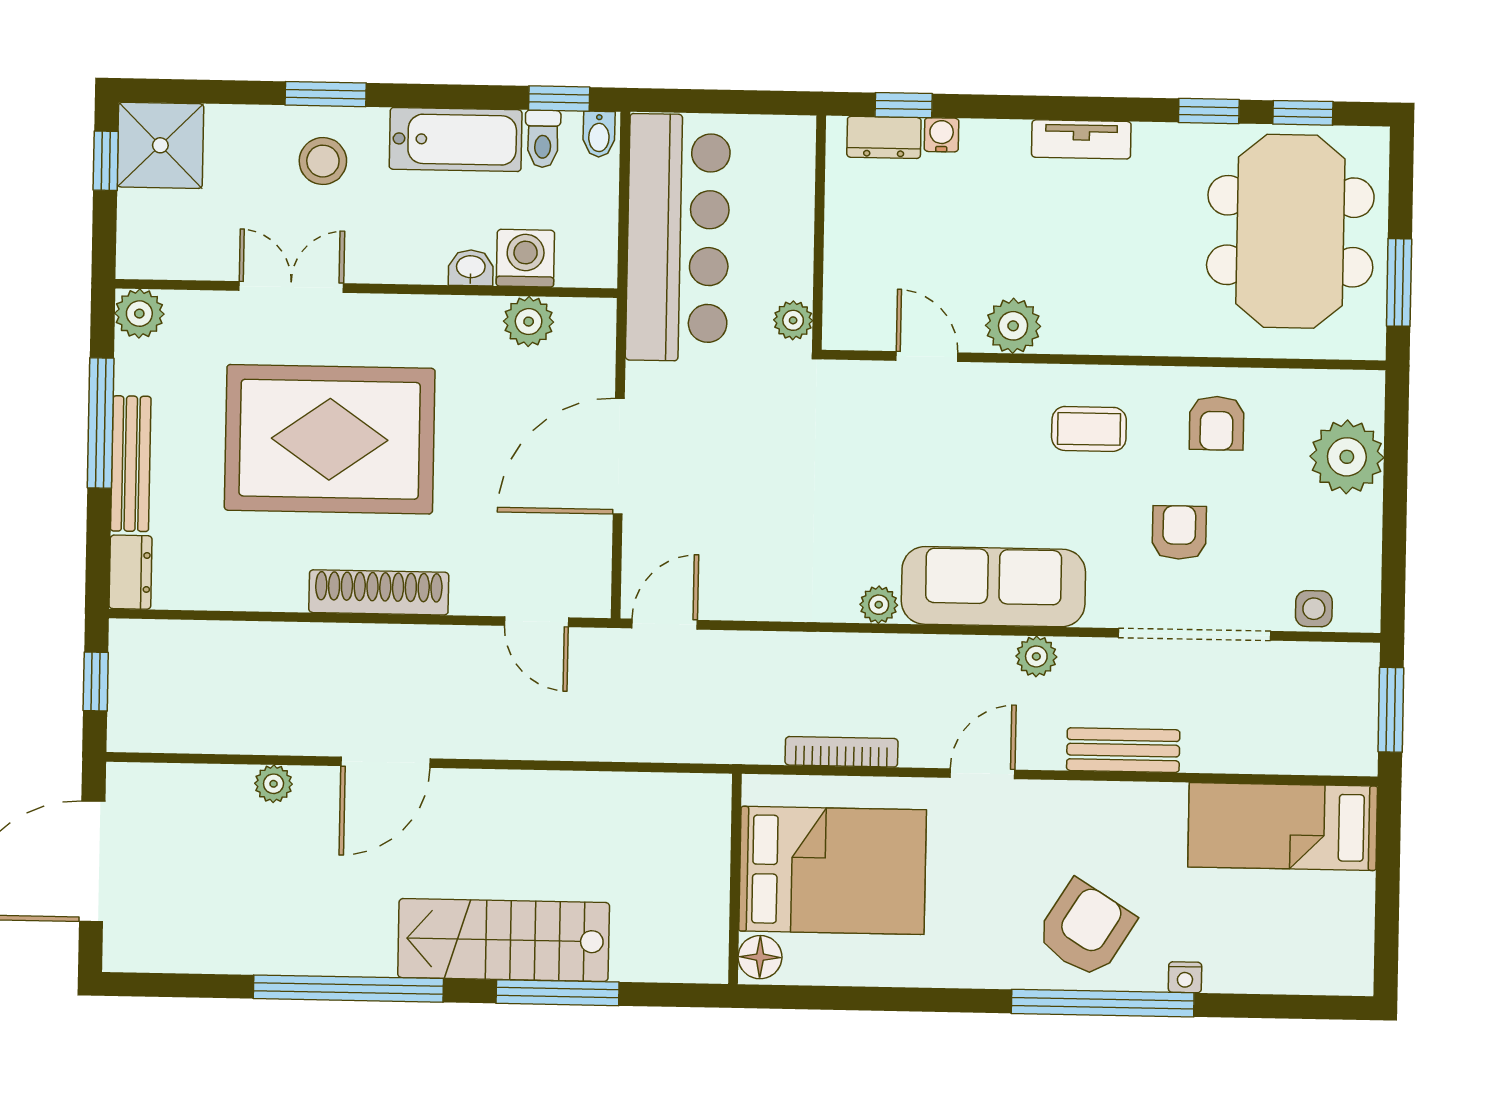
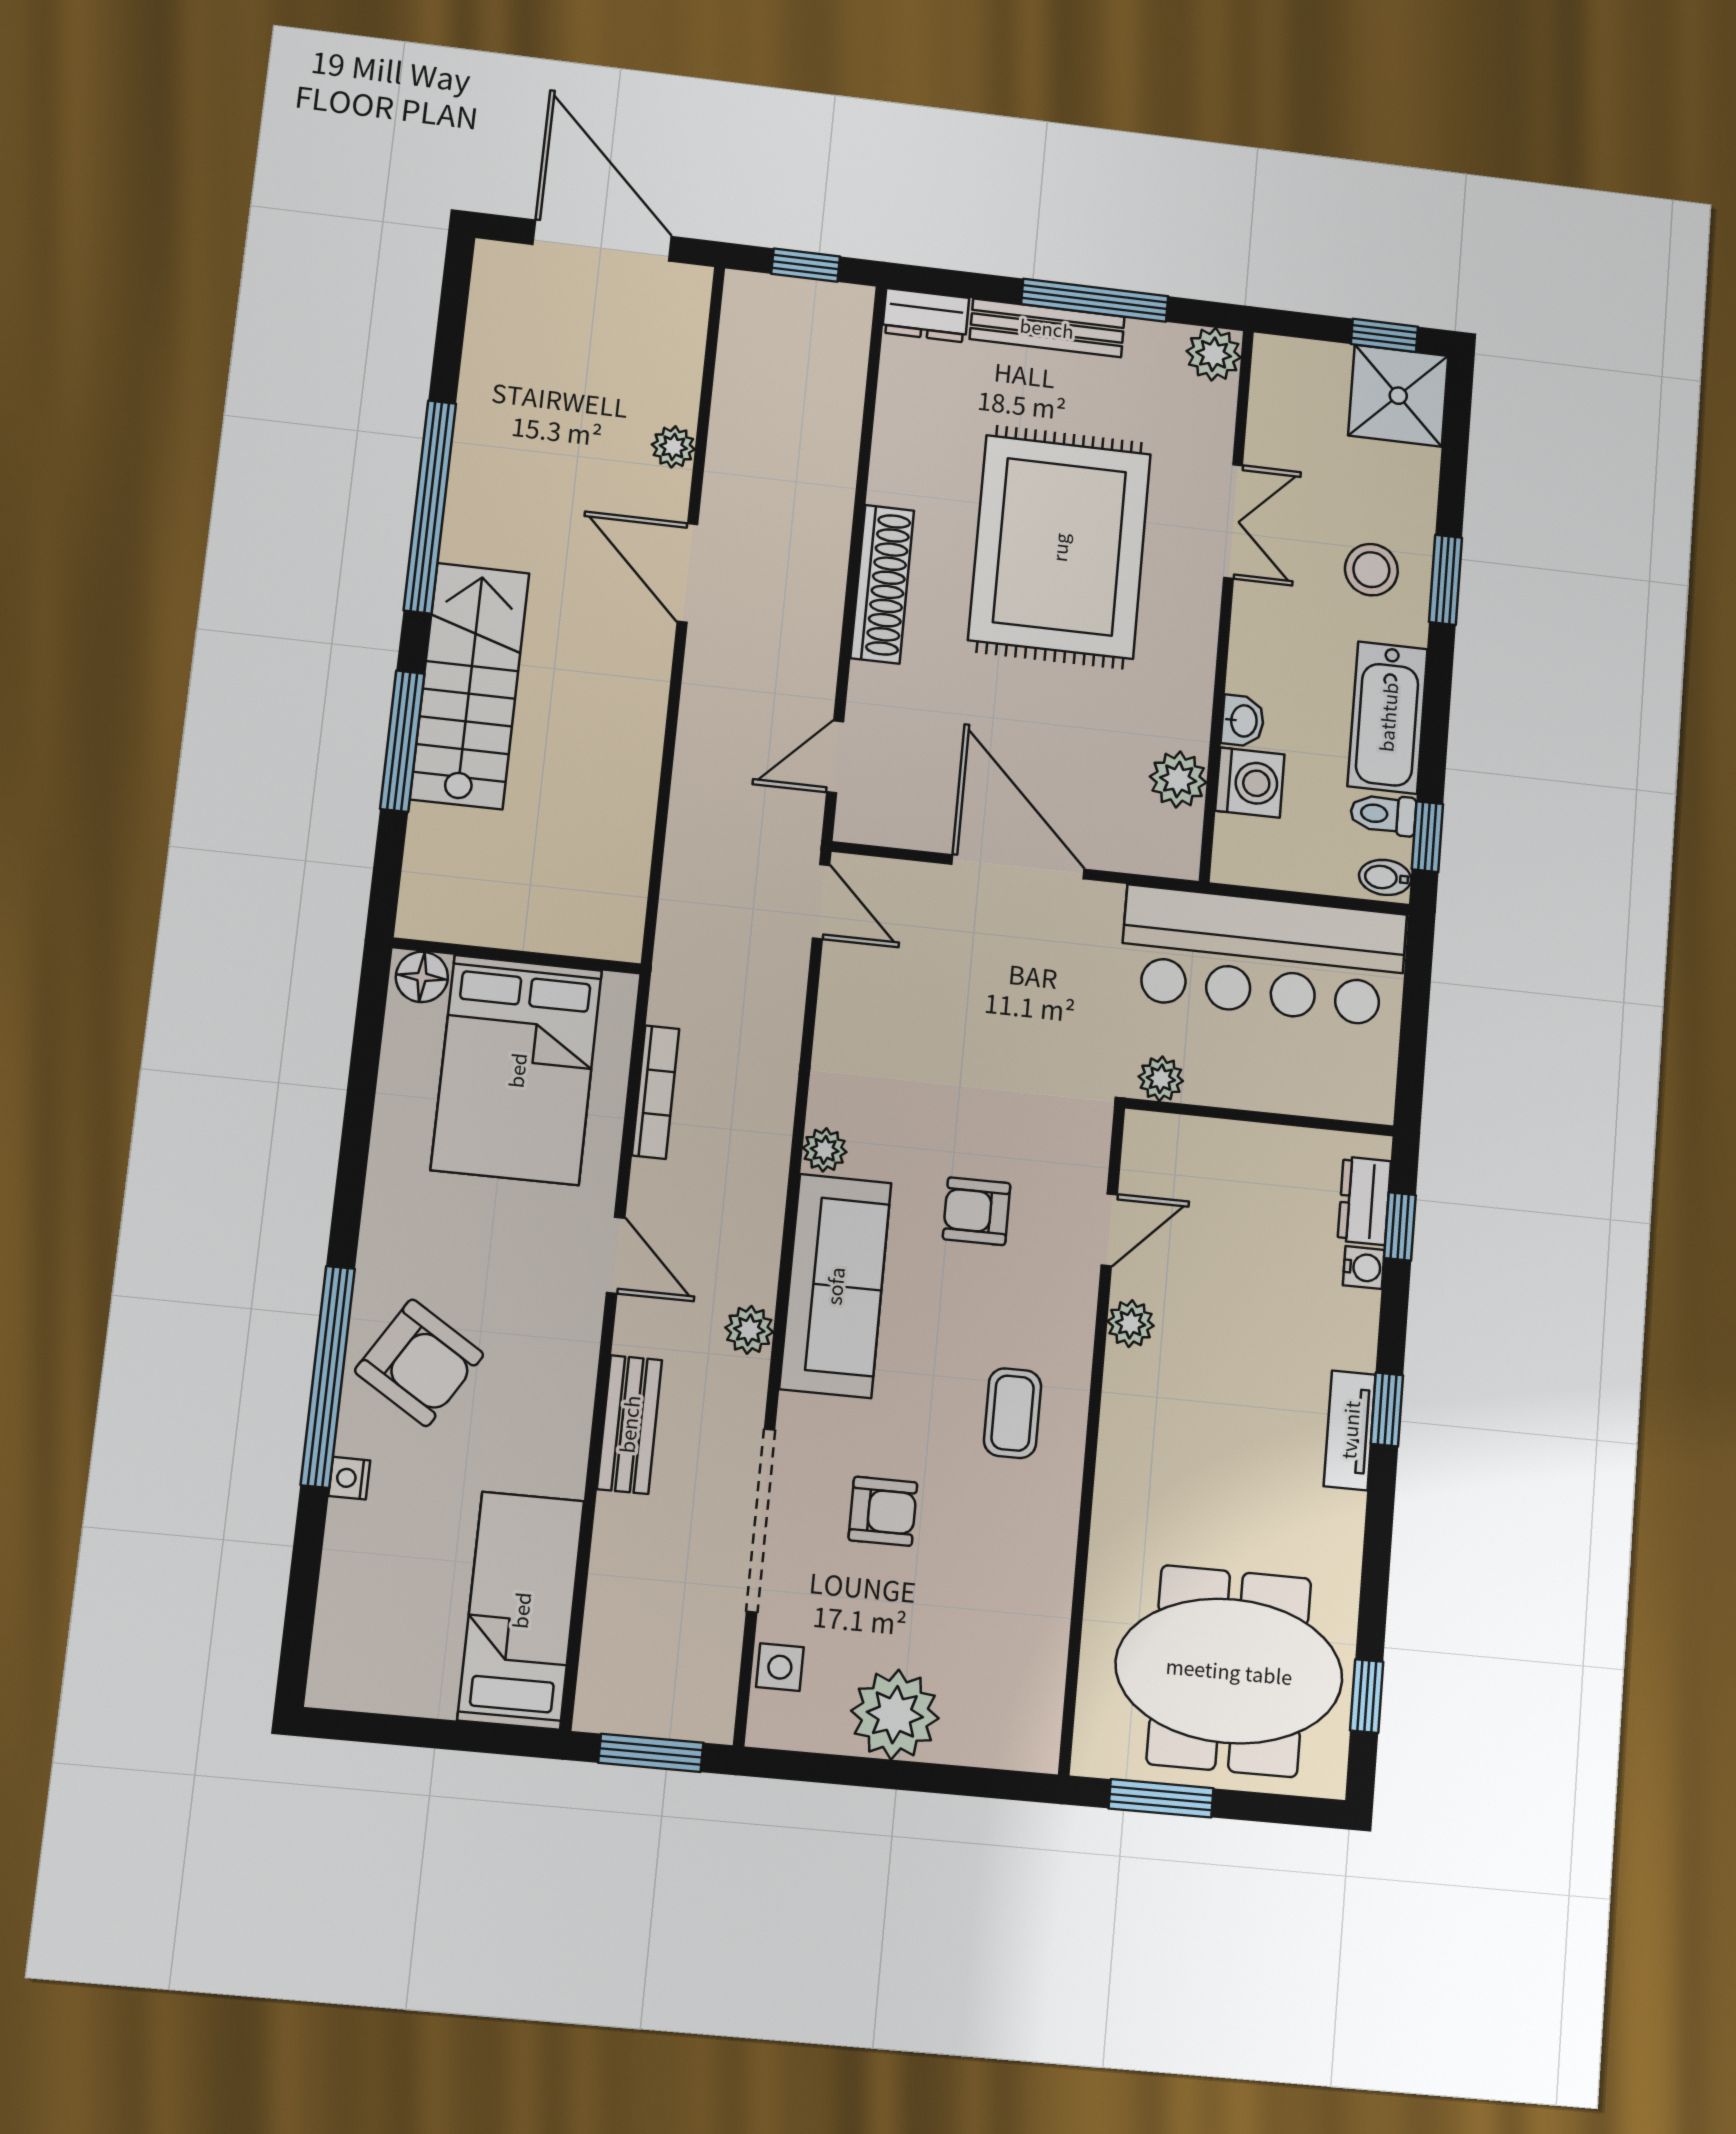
window: (1209, 111) -> (1387, 1409), moved
plant: (1013, 326) -> (1131, 1324), width x0.73, depth x0.73
armchair: (1217, 423) -> (977, 1211), moved
plant: (1347, 457) -> (895, 1715), moved

